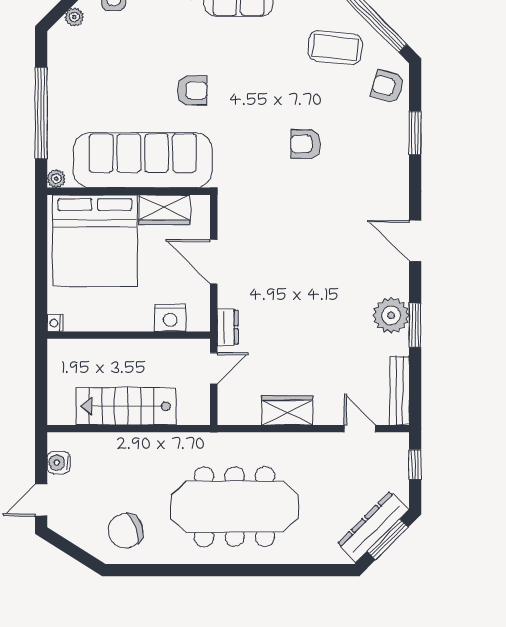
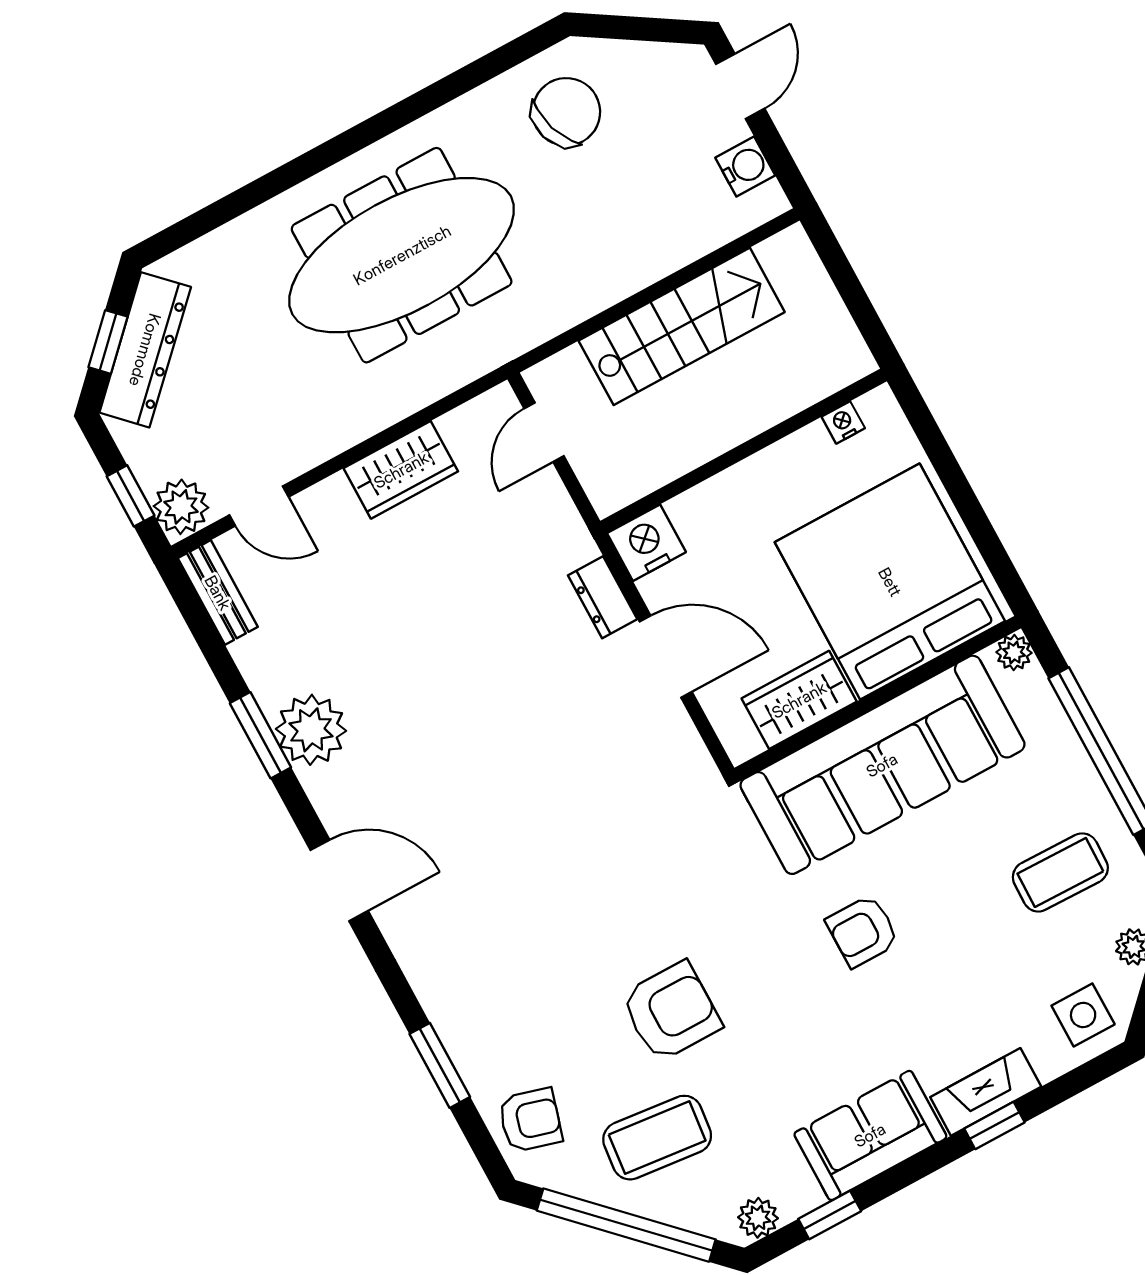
coffee table: (89, 68) -> (1060, 872), added
armchair: (305, 144) -> (671, 1011), moved, width x1.38, depth x1.38
nightstand: (170, 318) -> (646, 543), moved
nightstand: (55, 323) -> (843, 422), moved, turned -90
dresser: (228, 327) -> (603, 597), moved
door: (214, 368) -> (544, 432), moved
bench: (399, 391) -> (218, 593), width x0.73
plant: (395, 447) -> (181, 507), added
window: (388, 539) -> (108, 342), width x0.67

